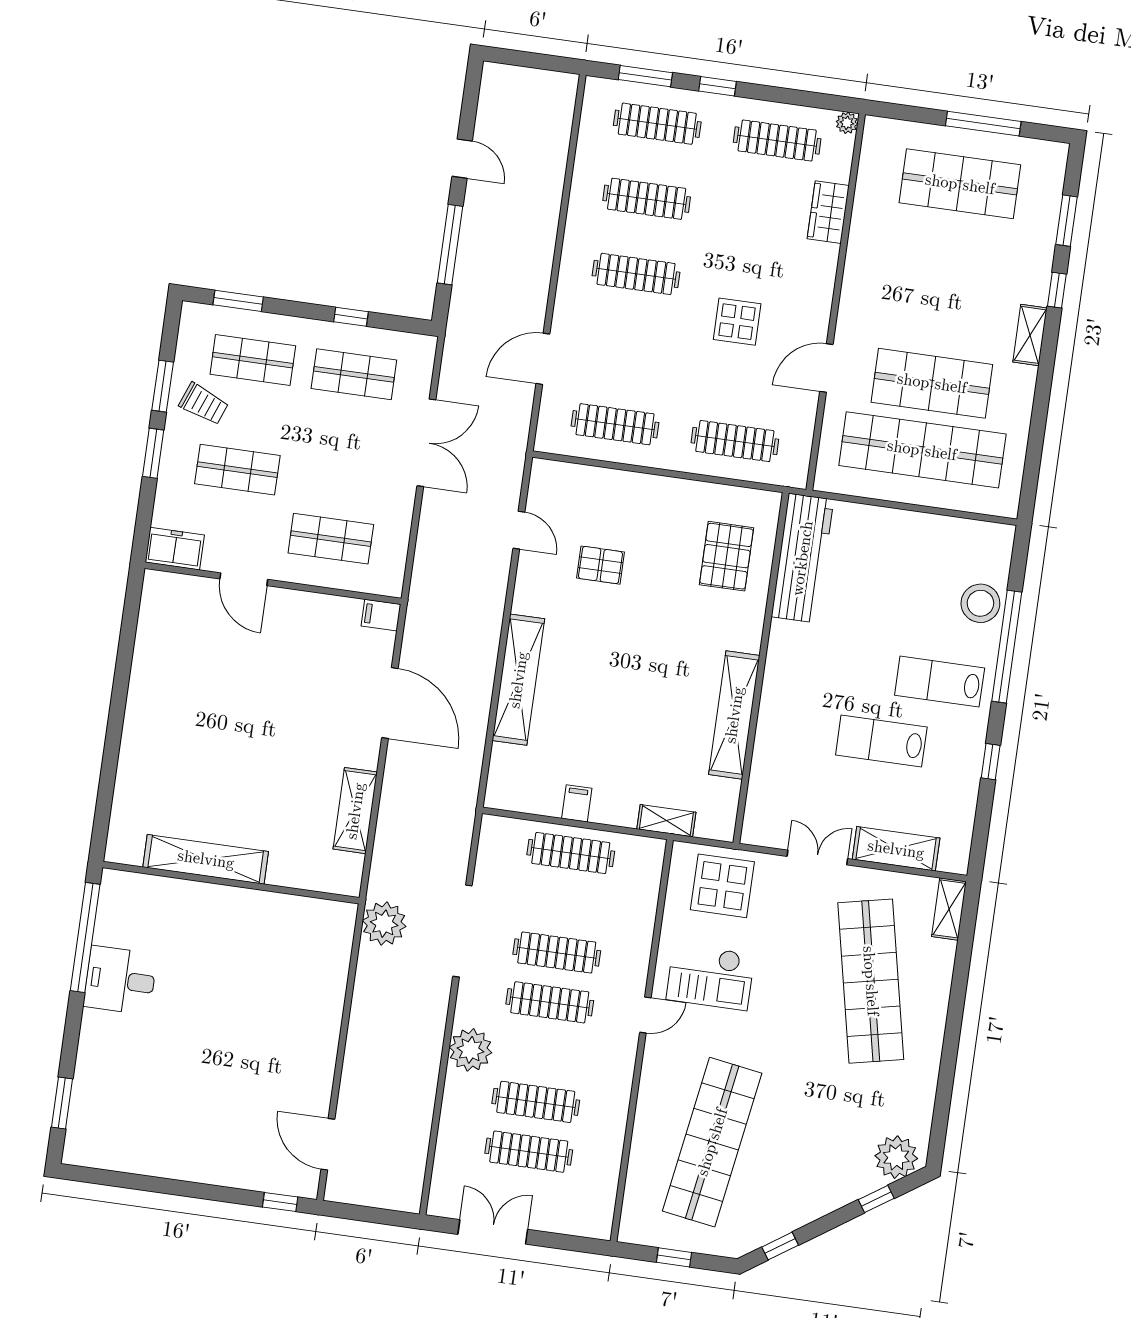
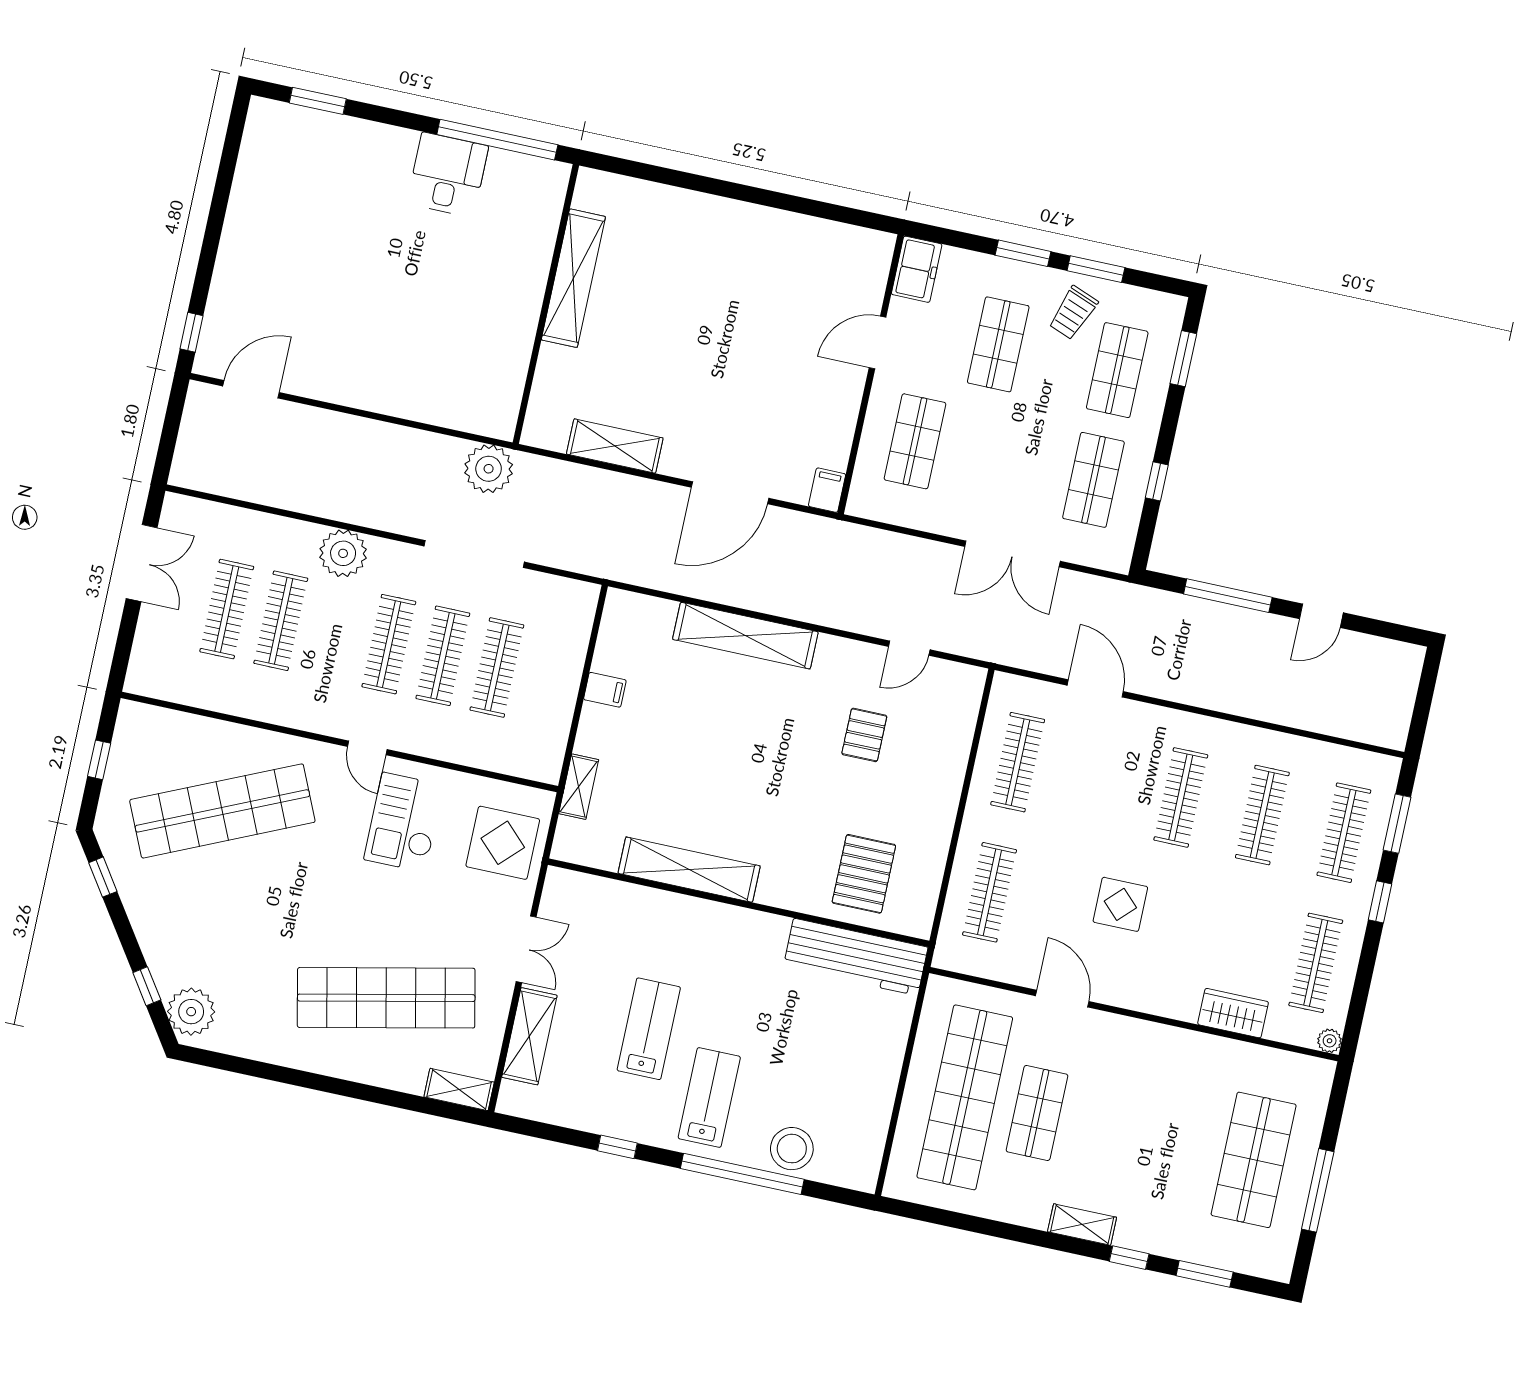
shop shelf: (932, 383) -> (1037, 1113), width x0.70, depth x0.74
pallet: (726, 556) -> (864, 874), turned 90
clothes rail: (571, 853) -> (497, 667), moved
shop shelf: (712, 1142) -> (222, 811), turned -33

